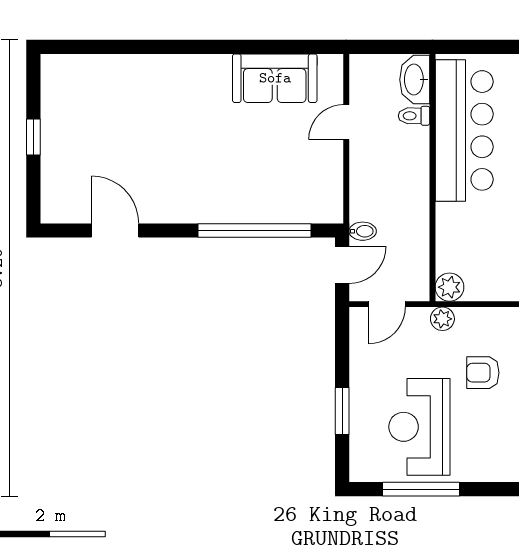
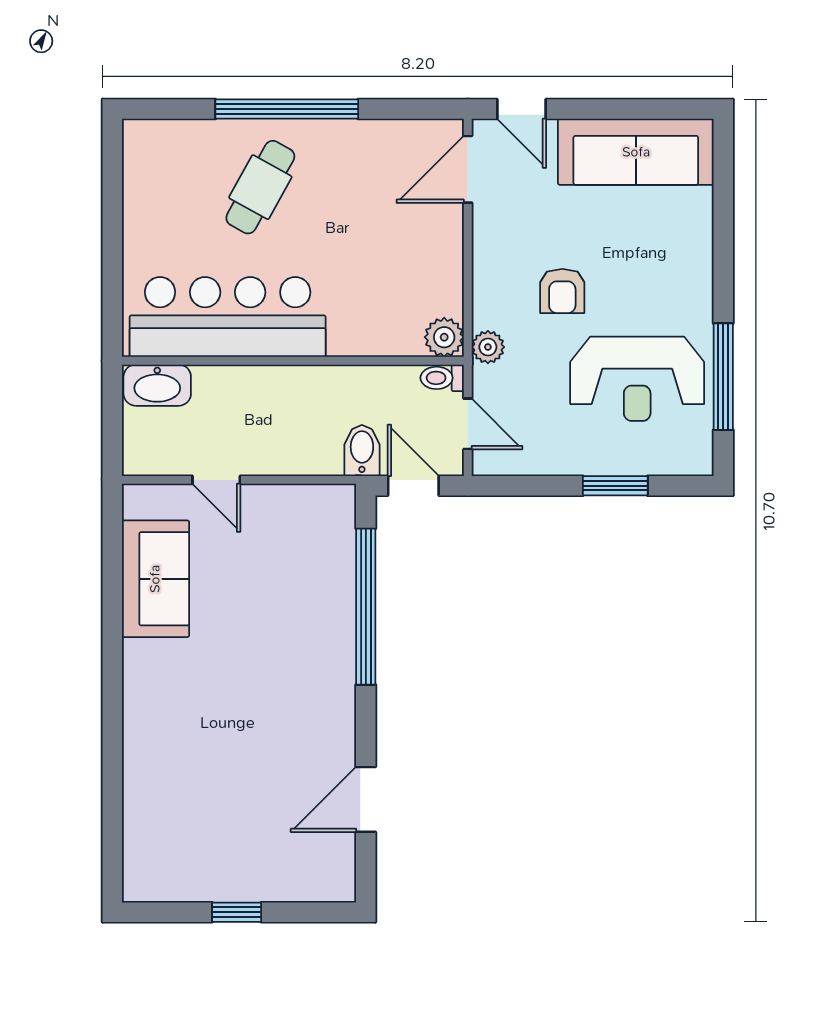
toilet: (414, 116) -> (442, 378), moved, turned 90
bidet: (363, 231) -> (362, 451), width x1.38, depth x1.36

